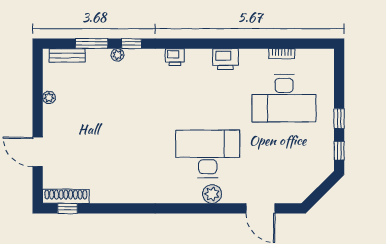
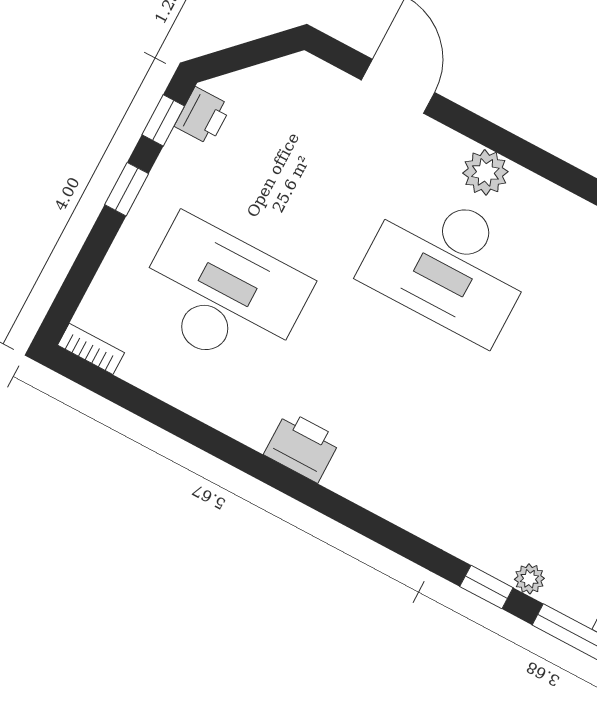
bookcase: (282, 54) -> (91, 349), moved
printer: (175, 57) -> (203, 116), moved, turned 90

